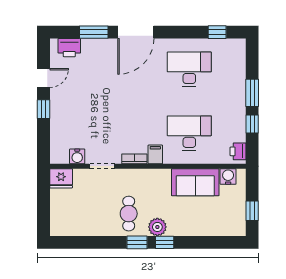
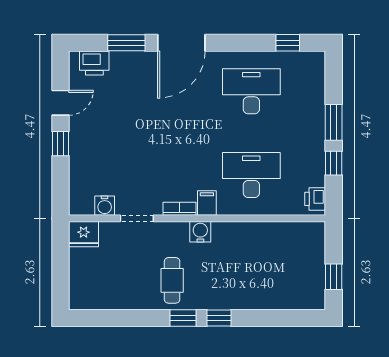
water cooler: (228, 176) -> (200, 232), moved
sofa: (195, 182) -> (259, 239), removed
plant: (157, 227) -> (210, 298), removed

